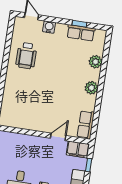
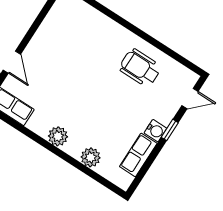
window: (79, 24) -> (170, 130), moved
water cooler: (49, 27) -> (155, 131), moved

